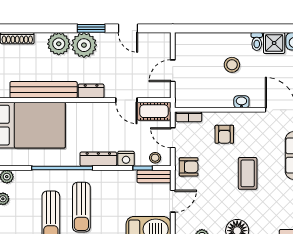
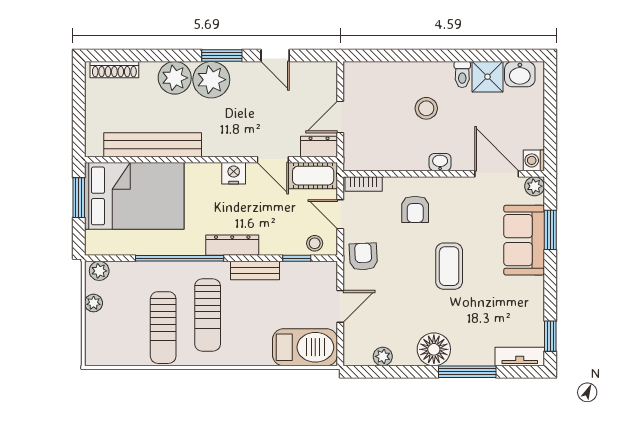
dresser: (91, 91) -> (319, 146), moved
nightstand: (126, 159) -> (234, 173), moved, turned 180
armchair: (189, 167) -> (363, 257), turned -93
bench: (154, 176) -> (255, 270), moved

